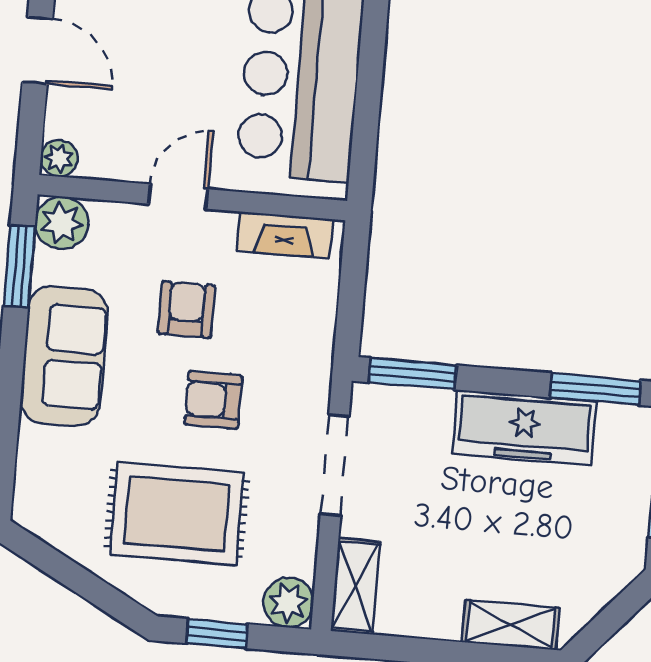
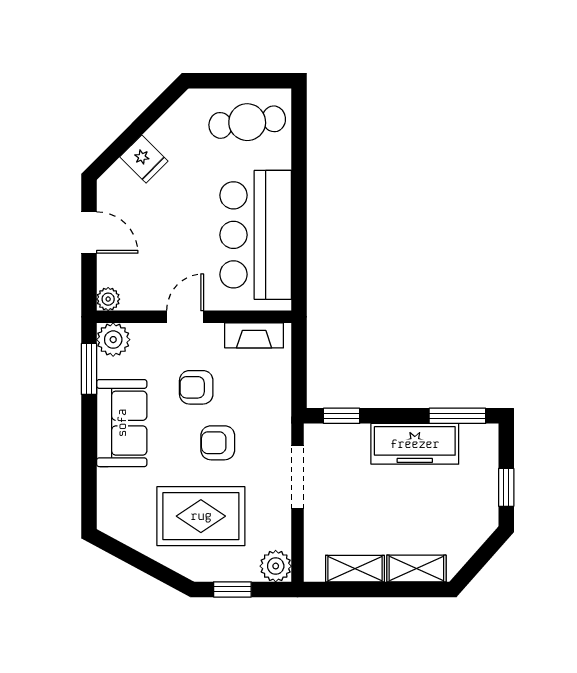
armchair: (187, 309) -> (196, 387), turned -90
window: (412, 374) -> (342, 416), width x0.67
shelving: (355, 586) -> (355, 569), moved, turned 90

